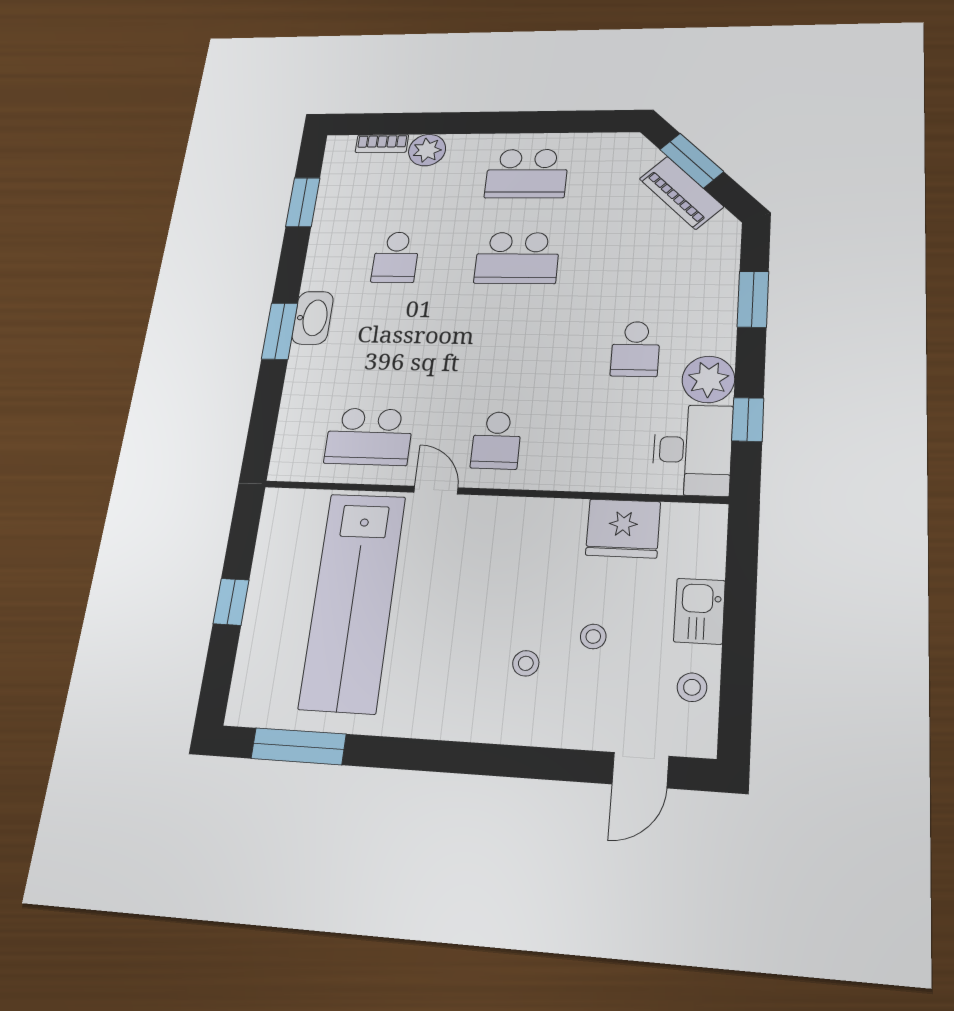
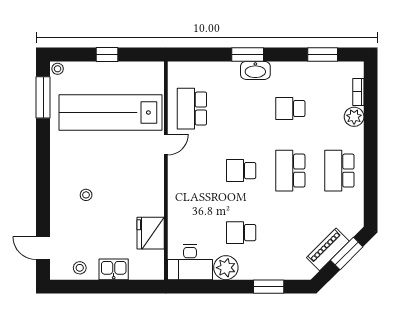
window: (748, 419) -> (206, 287), removed
school desk: (496, 440) -> (241, 171), moved
stool: (593, 636) -> (58, 69), moved

